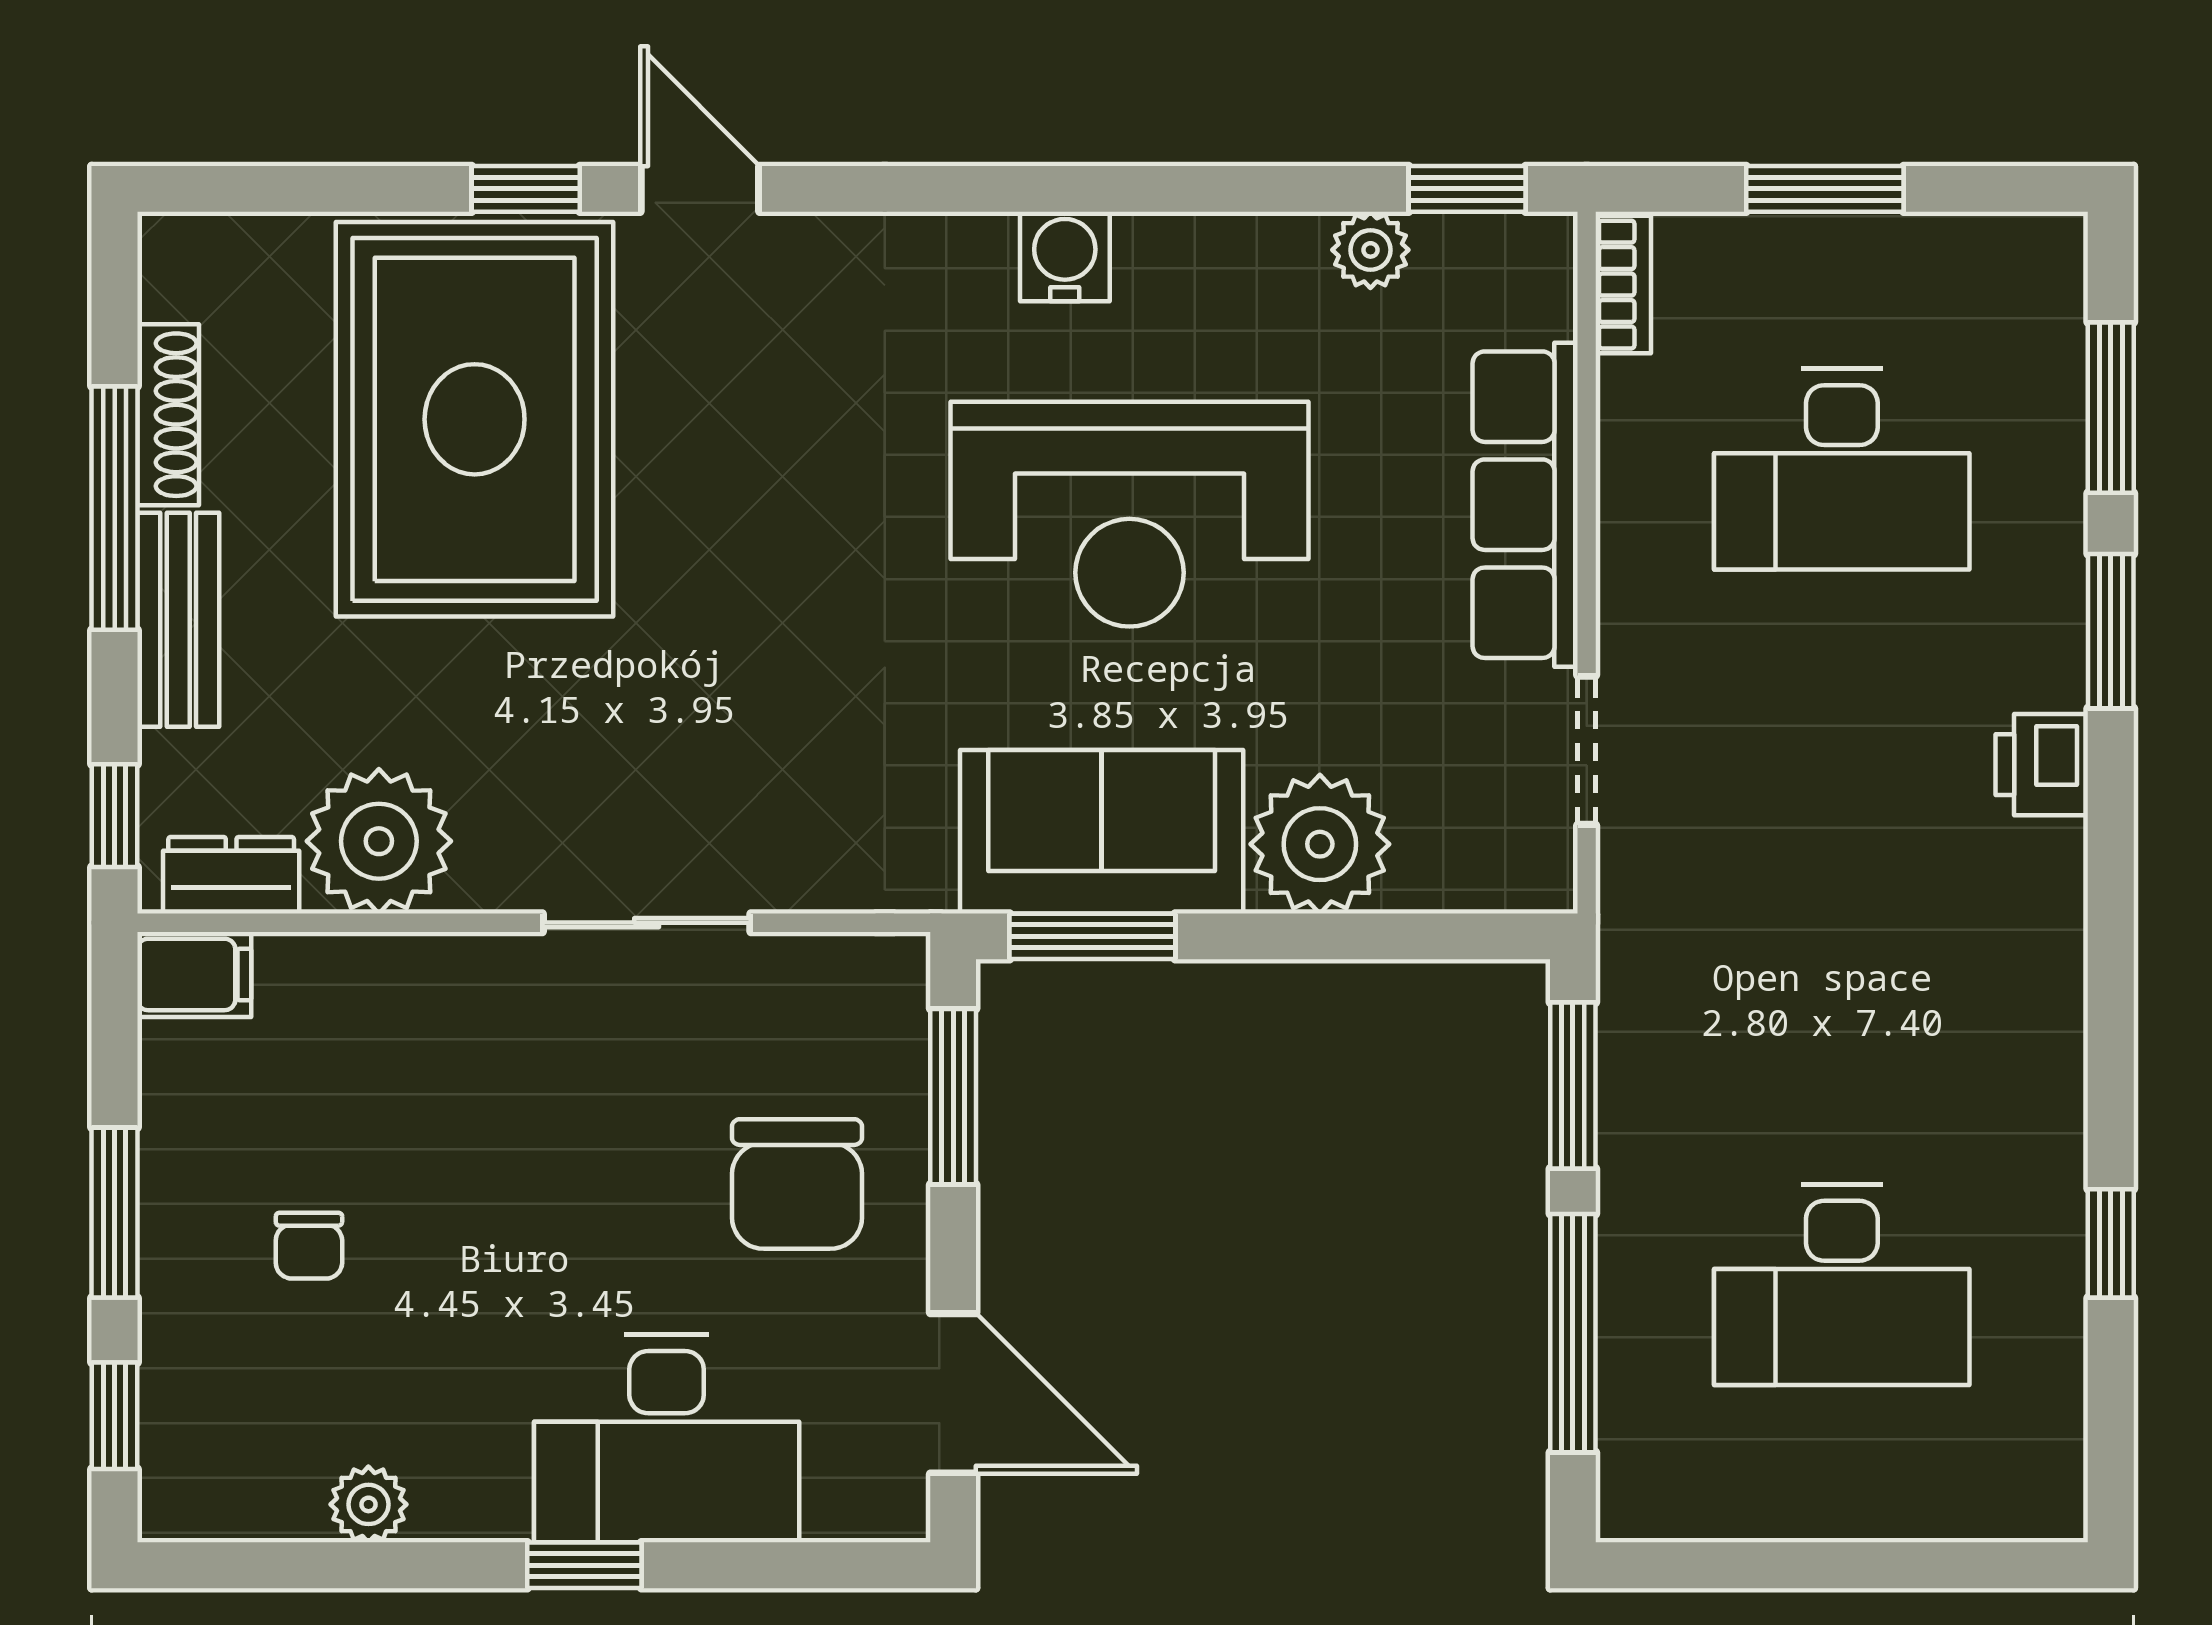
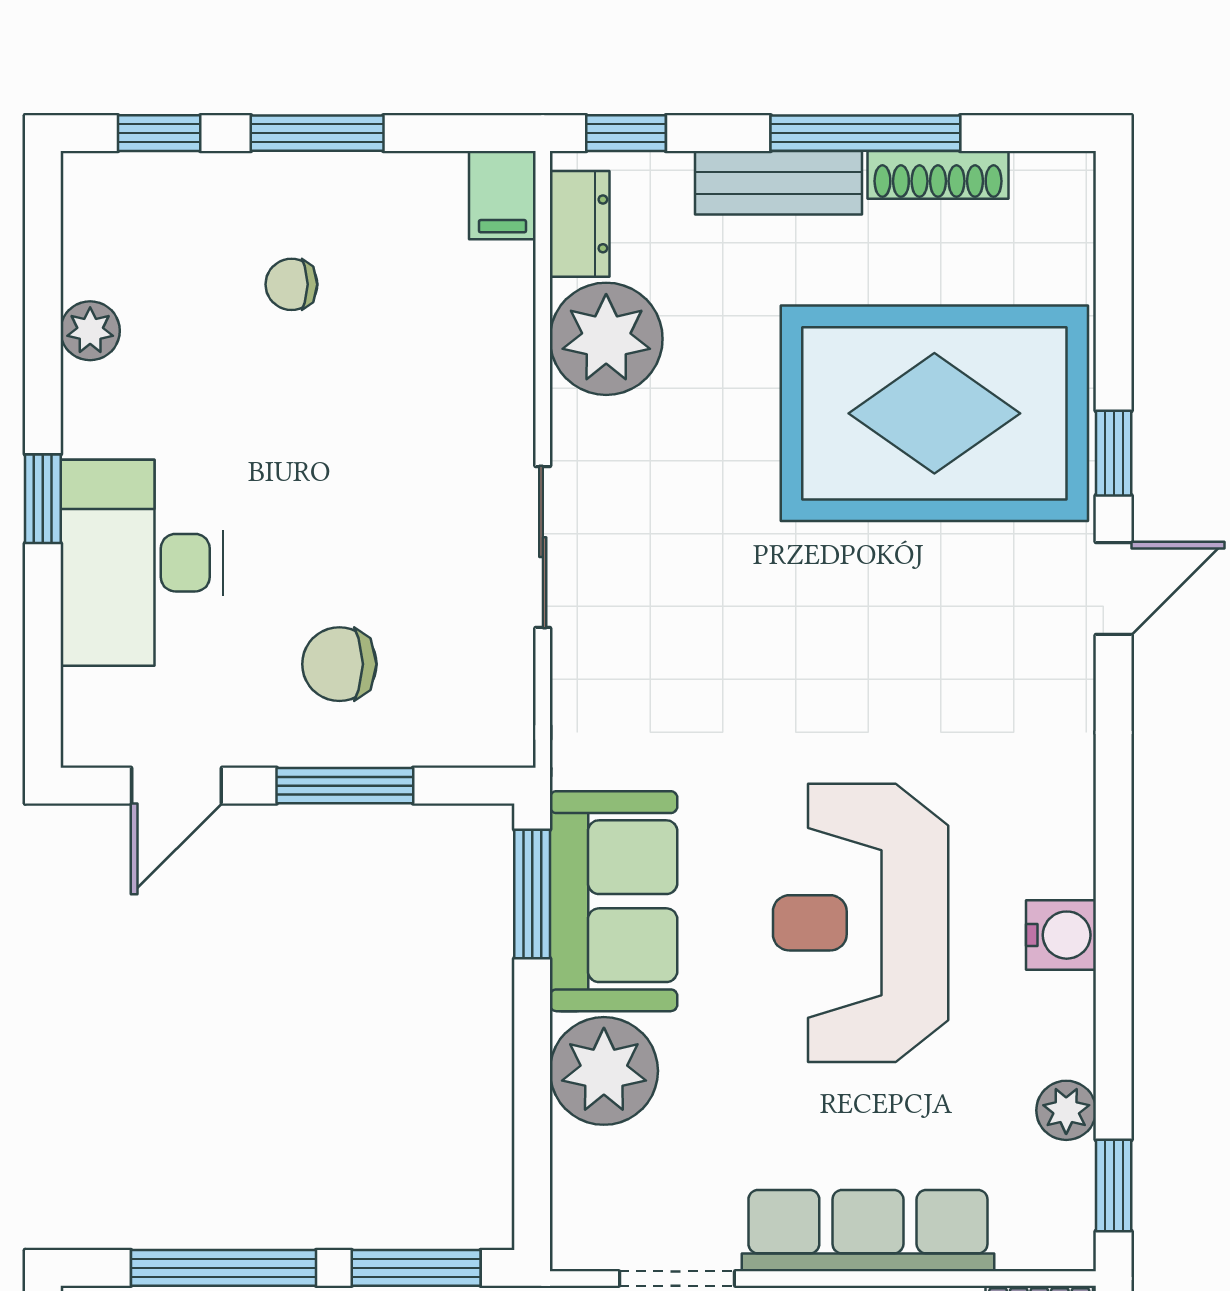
water cooler: (1065, 257) -> (1061, 935), moved
window: (953, 1097) -> (345, 786), moved
chair: (797, 1184) -> (339, 664), width x0.73, depth x0.73
door: (953, 1393) -> (177, 786), width x0.73

